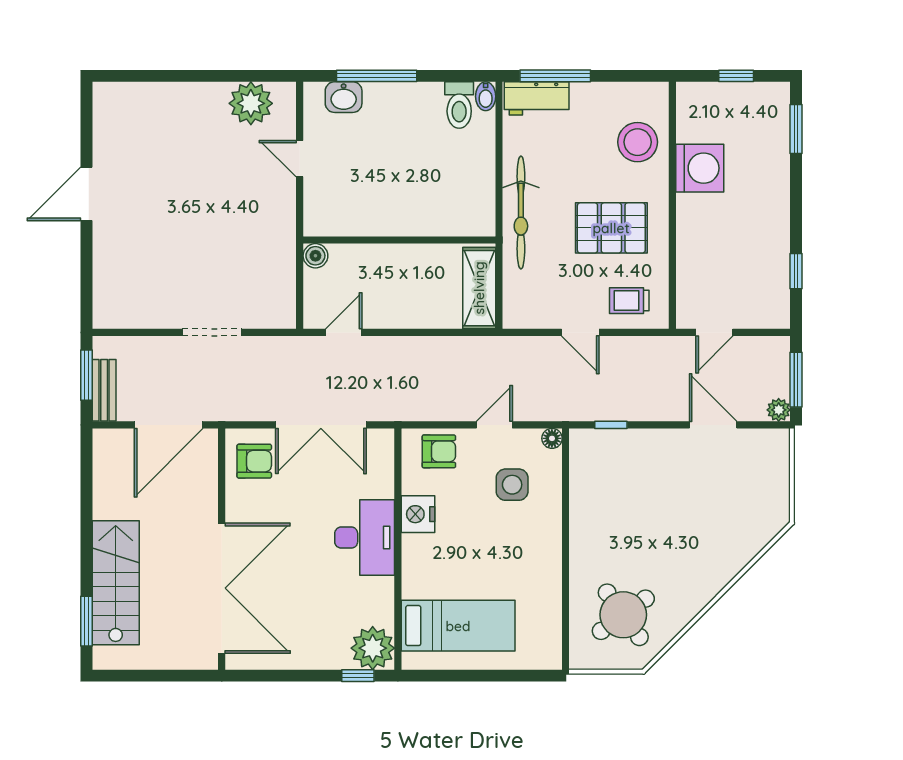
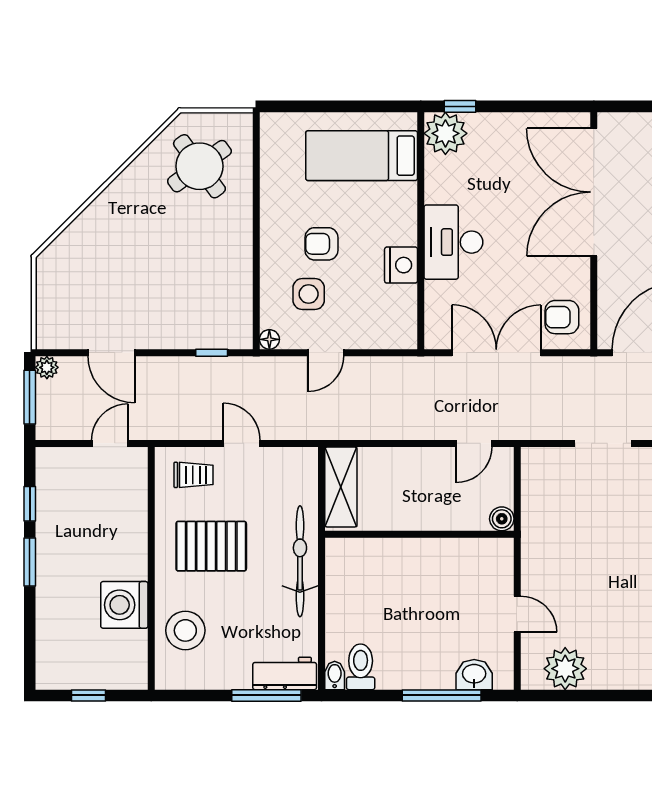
window: (796, 129) -> (30, 562), moved
armchair: (439, 451) -> (321, 244), moved

